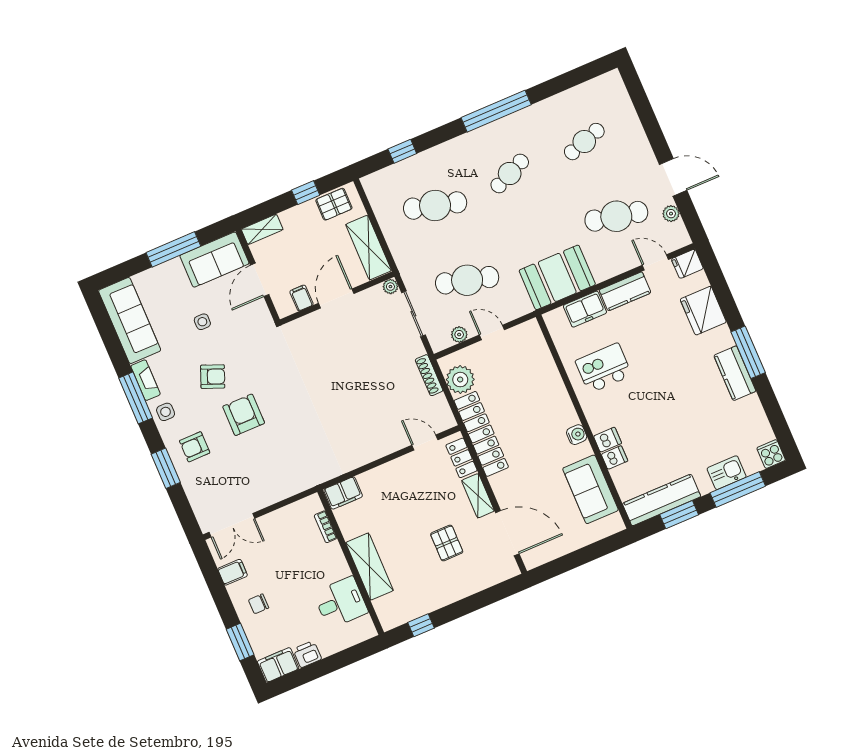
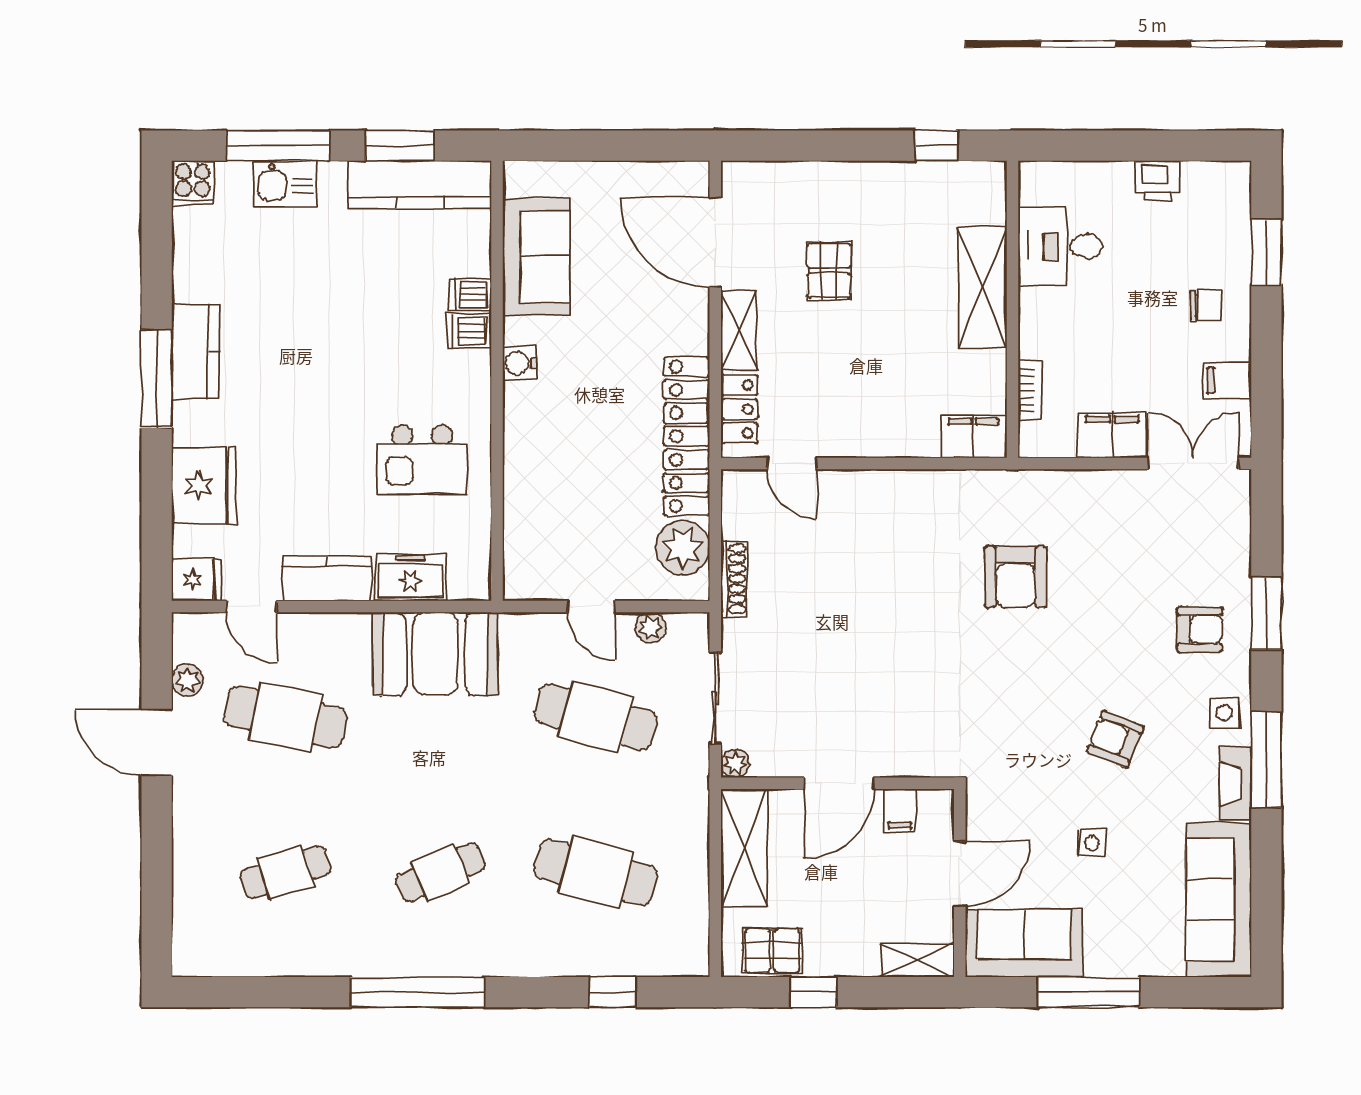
armchair: (244, 415) -> (1016, 577), moved
filing cabinet: (278, 665) -> (1112, 435), moved, turned 180

